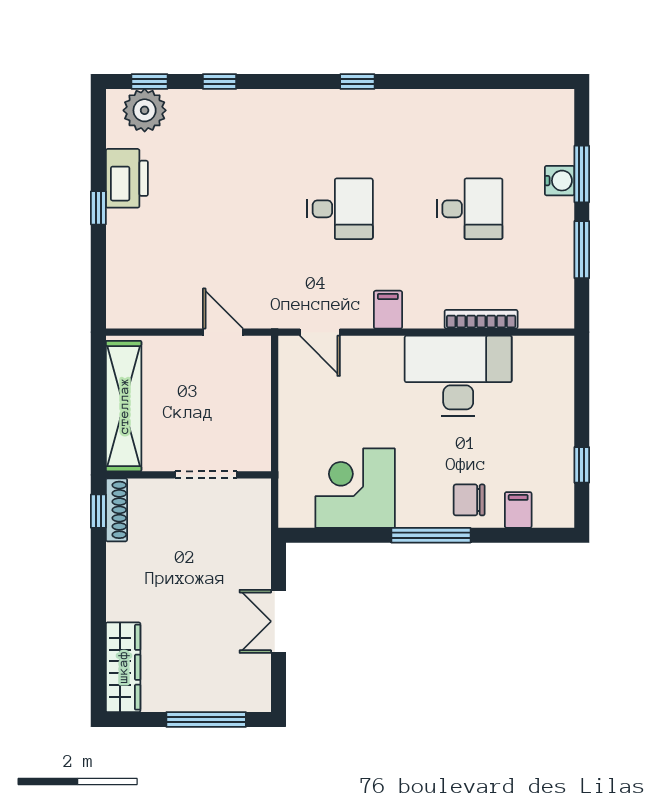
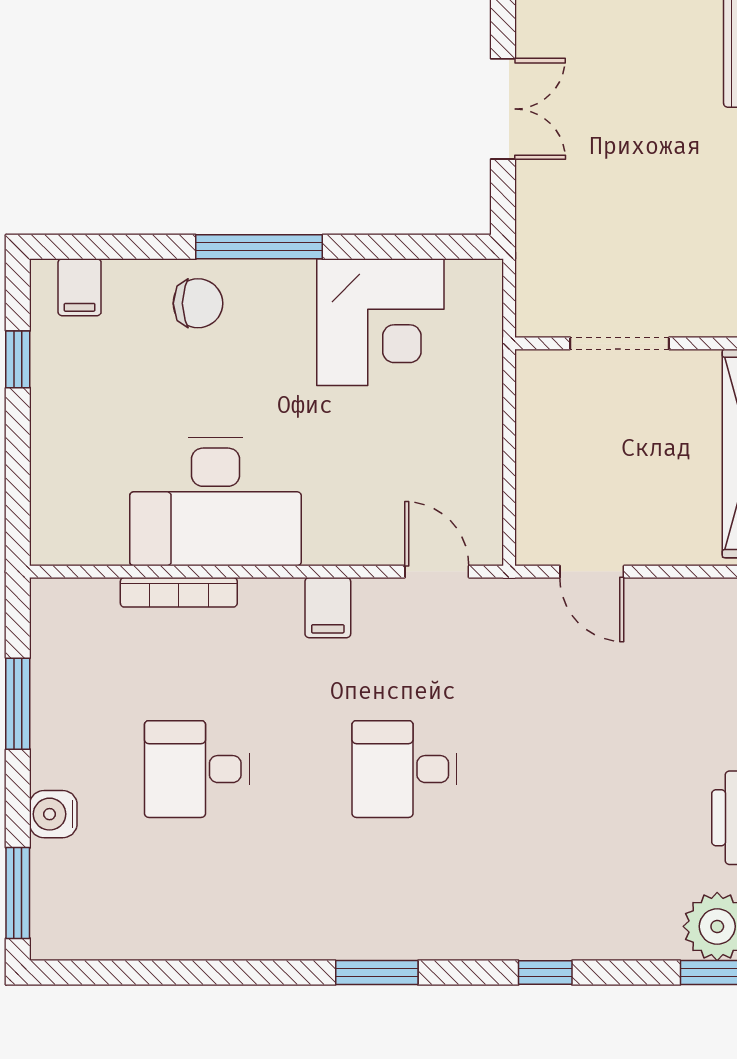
window: (220, 82) -> (545, 973), moved
window: (357, 82) -> (377, 973), width x1.50
window: (582, 174) -> (18, 893), moved
filing cabinet: (518, 510) -> (80, 287), moved

